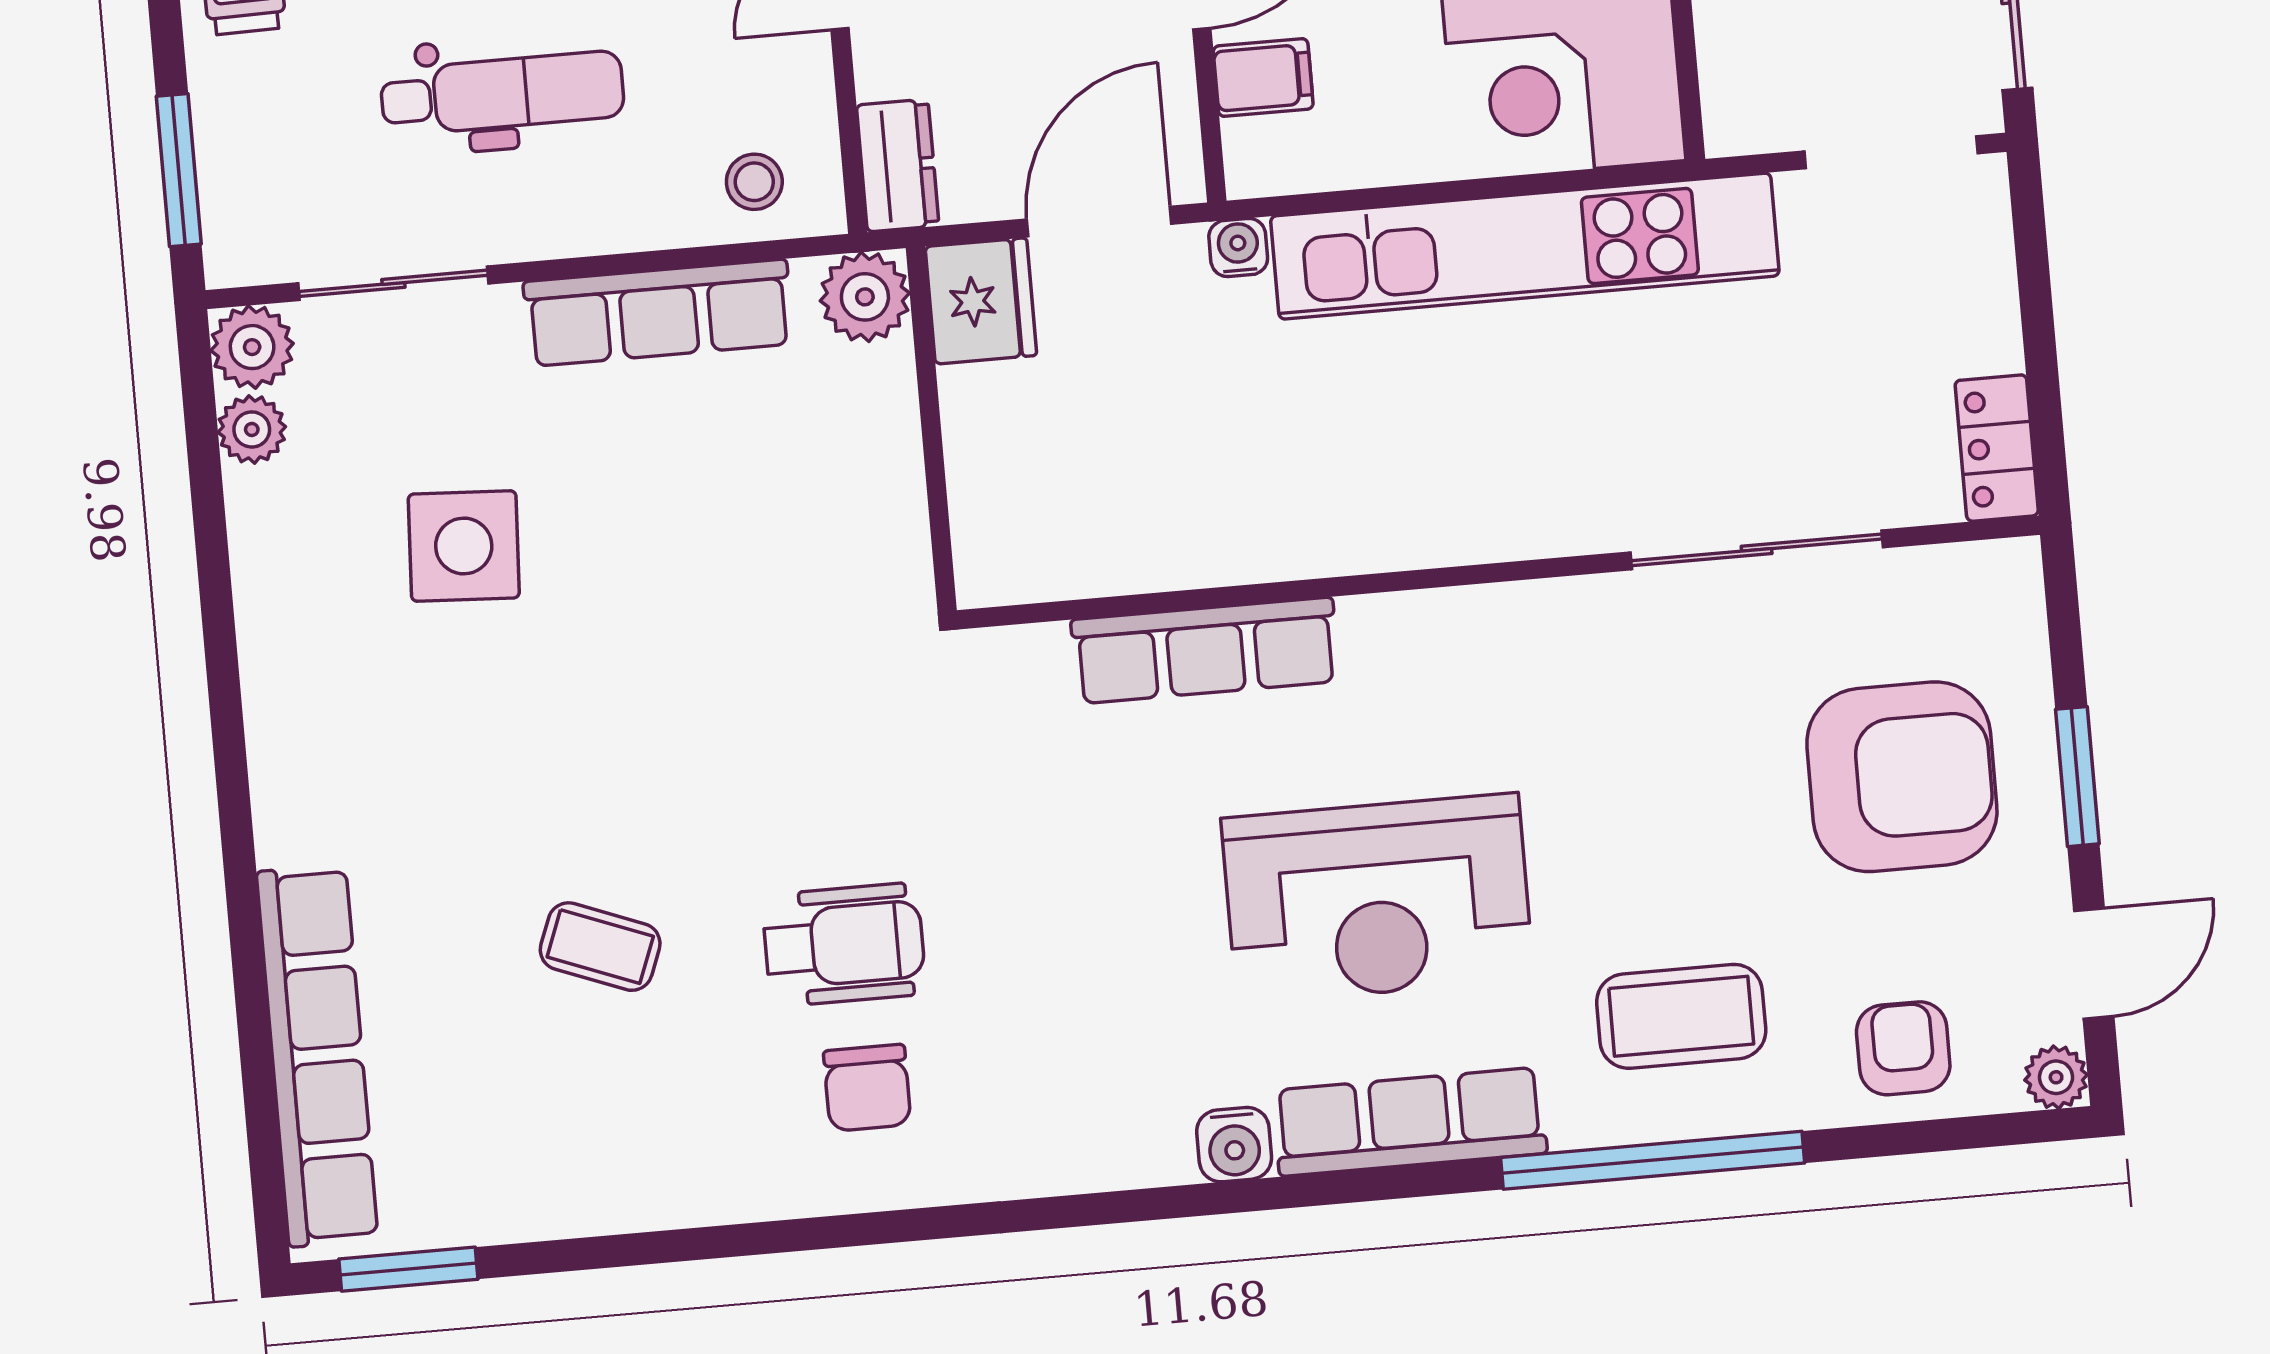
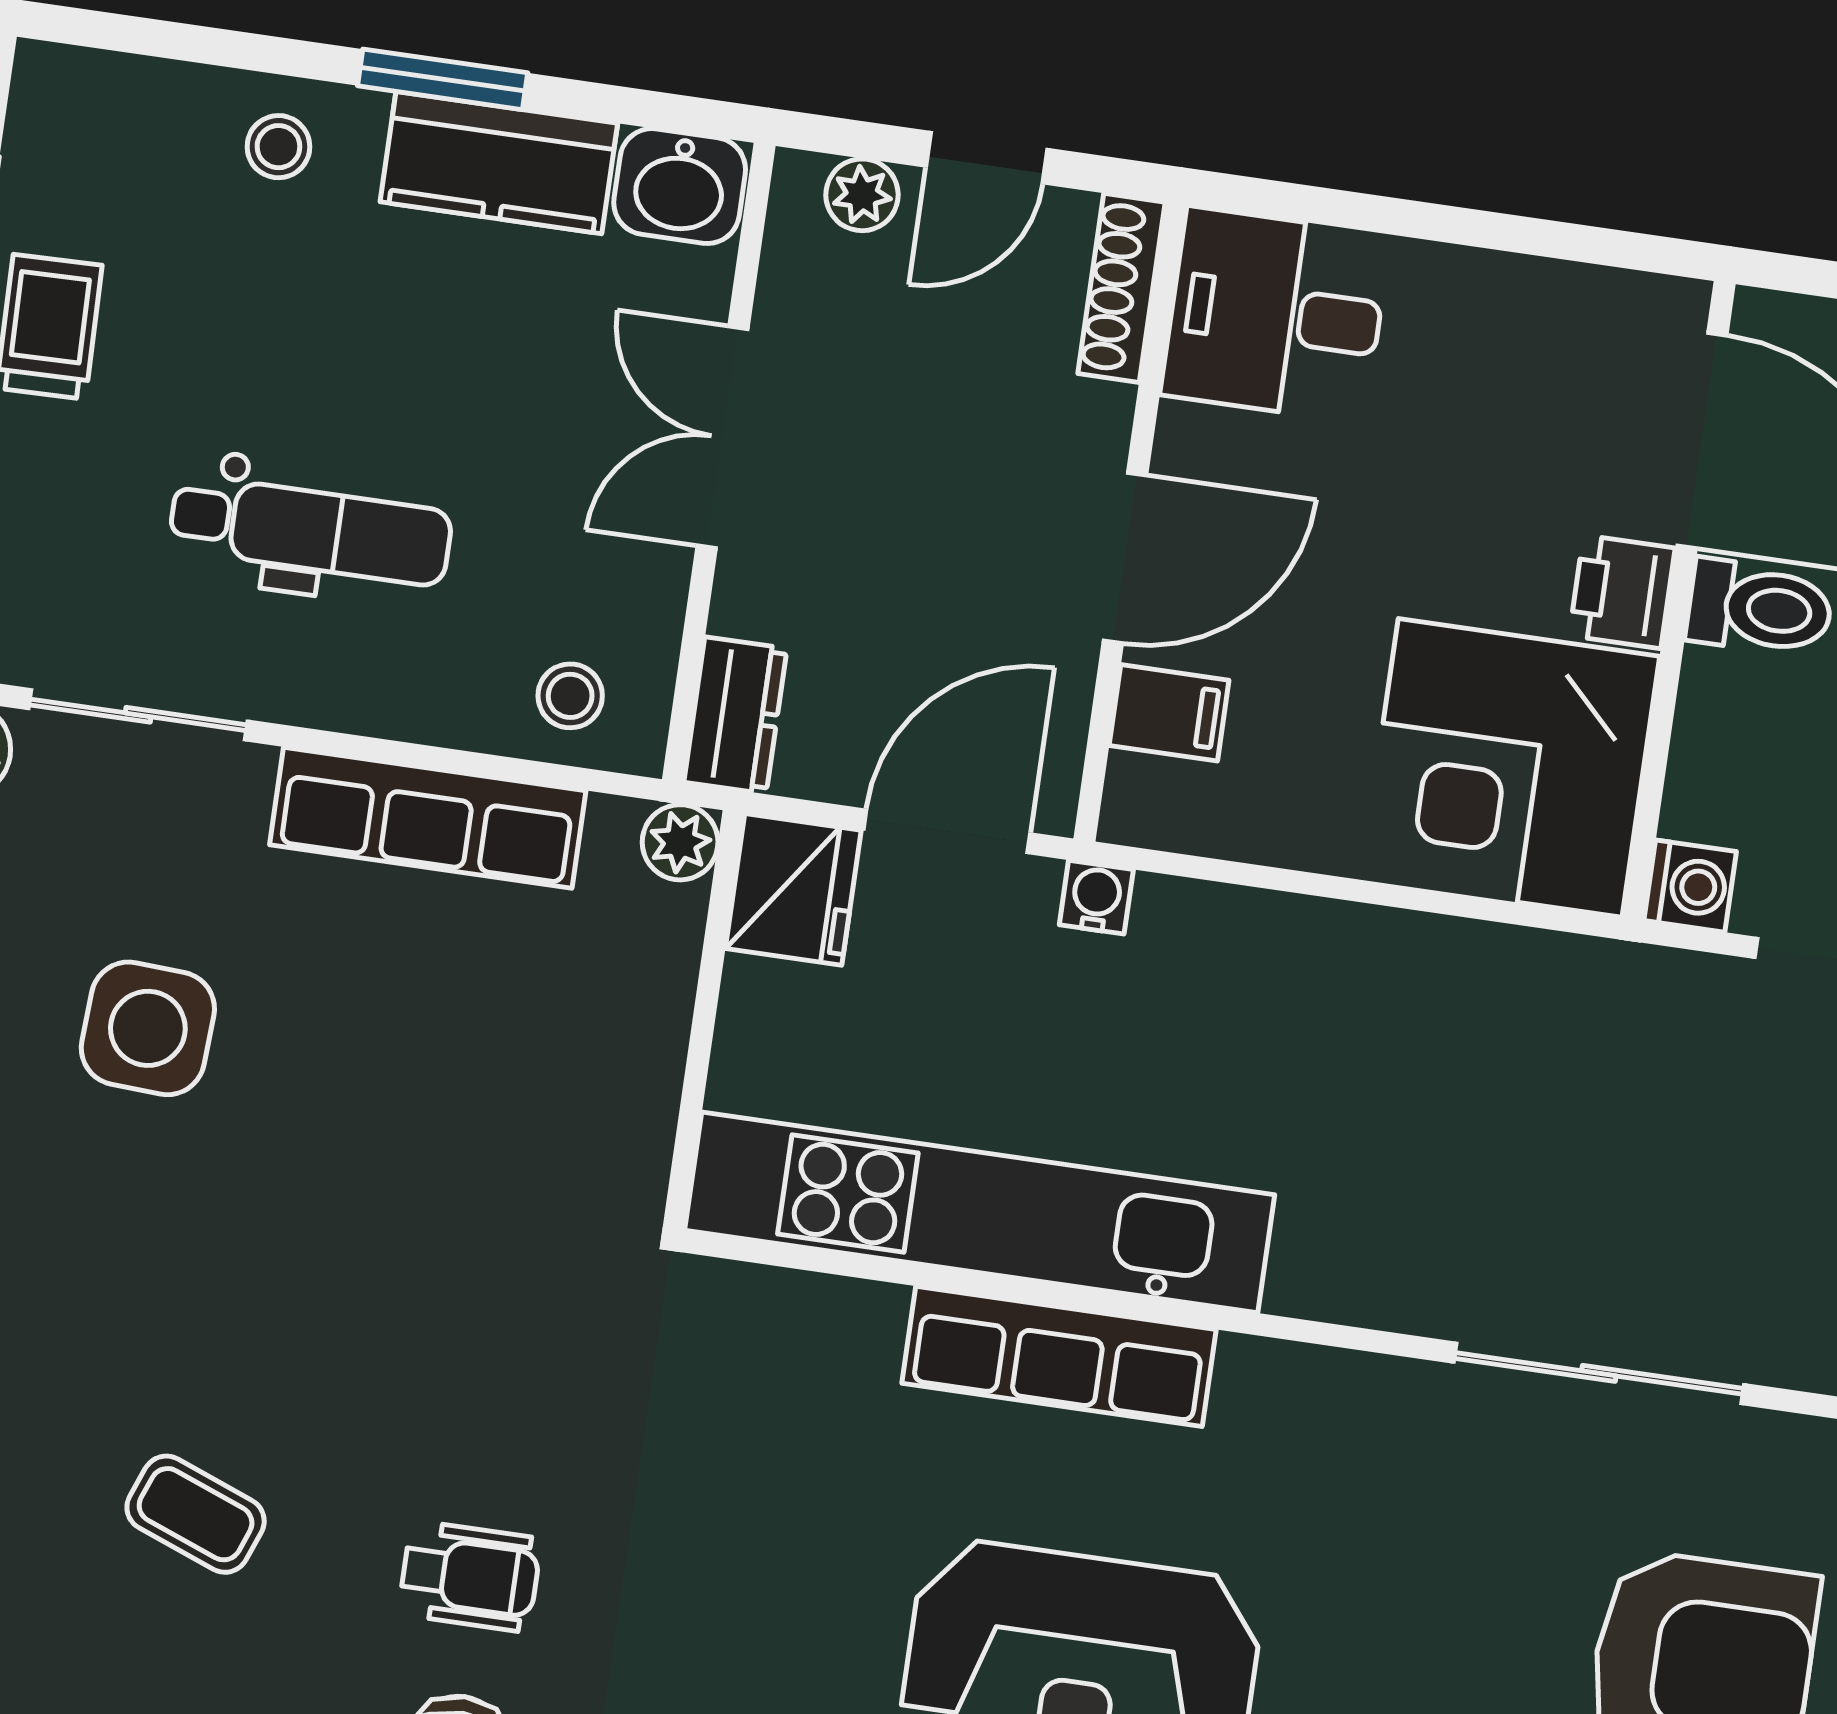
washing machine: (1737, 121) -> (1690, 886), added
kitchen unit: (1525, 246) -> (980, 1212), moved, turned 180
plant: (865, 297) -> (680, 842), width x0.73, depth x0.73
row of seats: (1205, 650) -> (1059, 1356), moved
wheelchair: (844, 945) -> (470, 1576), width x0.73, depth x0.73

